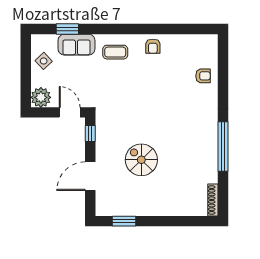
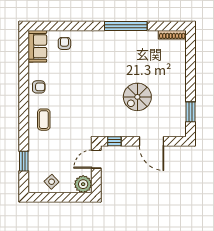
sofa: (76, 45) -> (37, 46), moved

